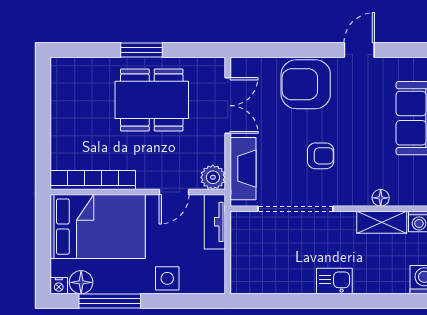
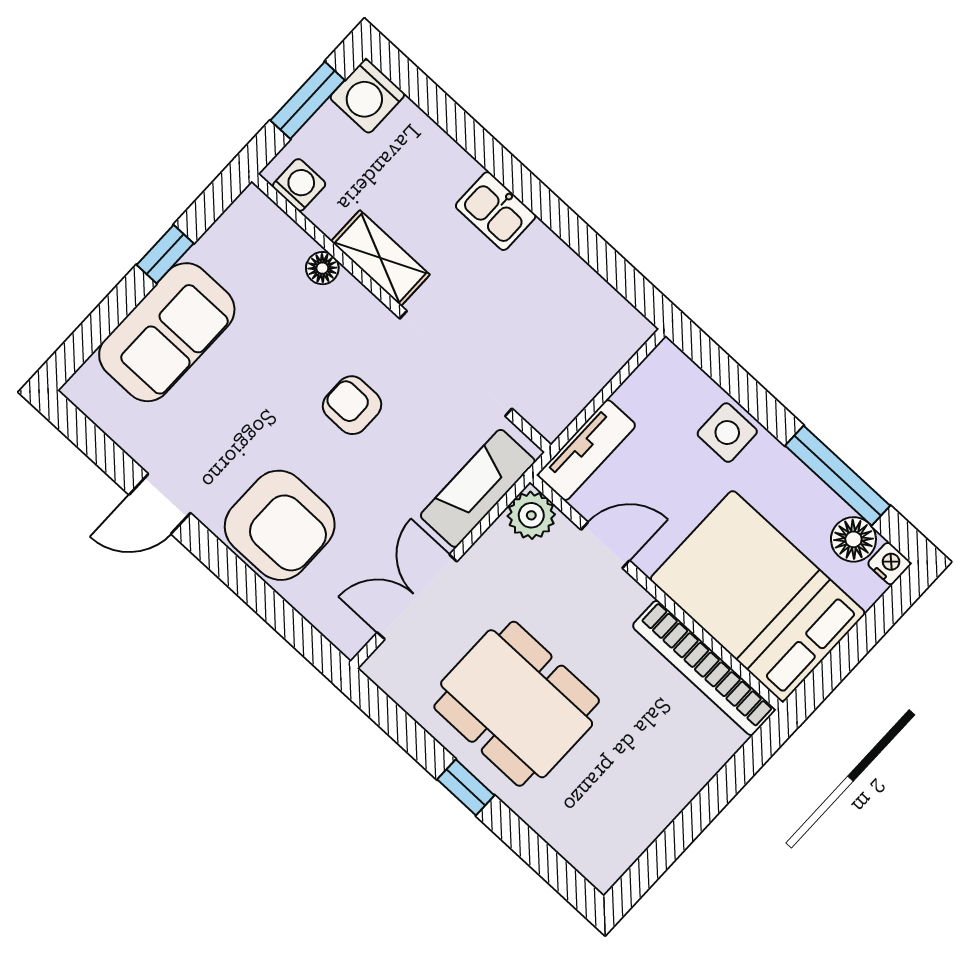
window: (142, 50) -> (466, 787), width x0.67
shelving: (382, 222) -> (380, 258), moved

